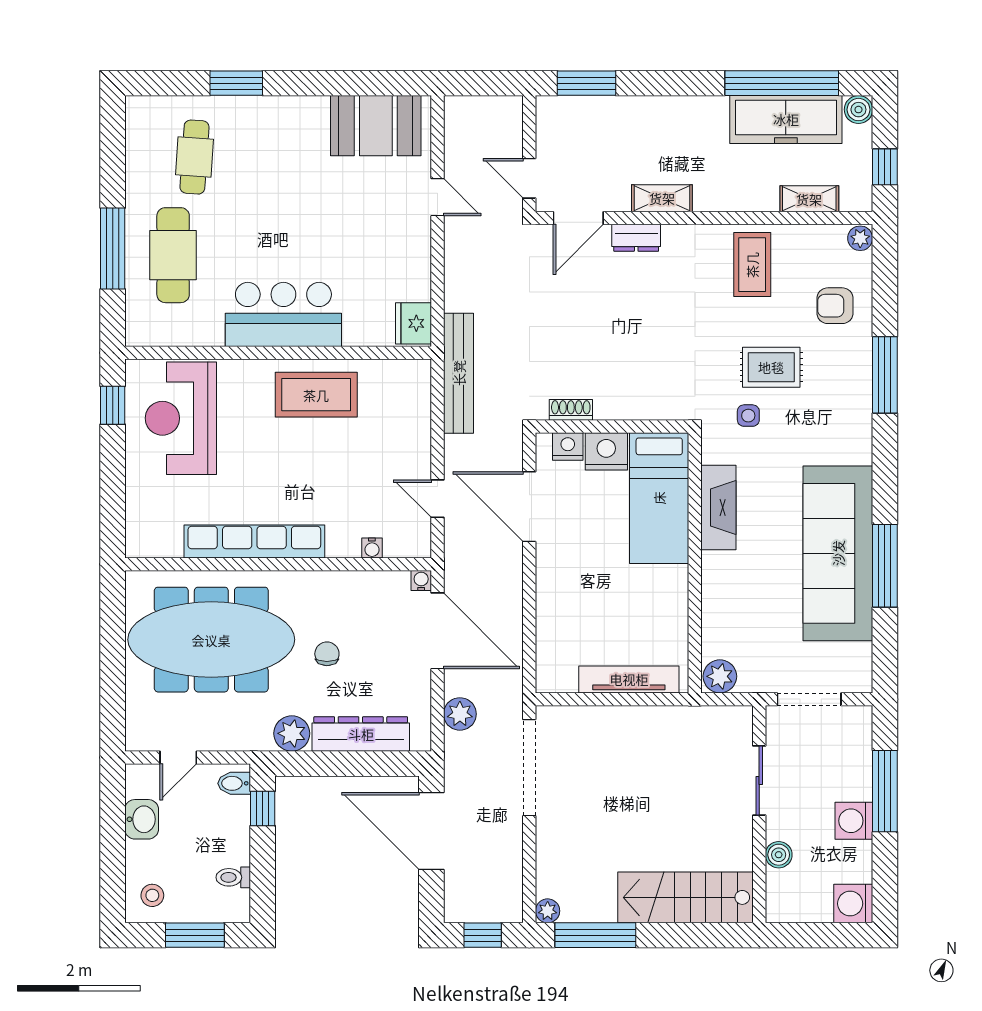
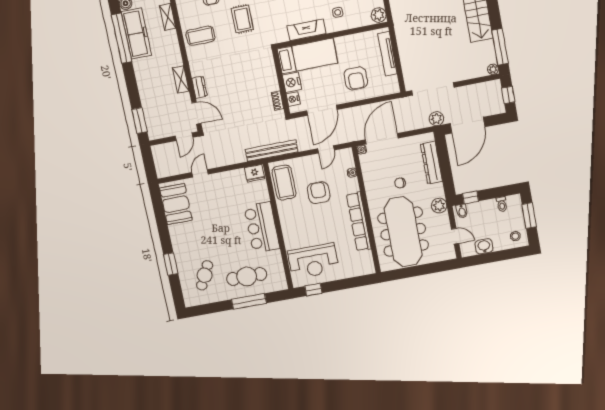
cafe table: (194, 157) -> (205, 275), turned -67
coffee table: (316, 395) -> (284, 183), moved
side table: (748, 416) -> (338, 12), moved
armchair: (340, 462) -> (319, 193), added
armchair: (587, 598) -> (356, 78), added
plant: (460, 714) -> (436, 119), moved
plant: (292, 733) -> (439, 206), moved

